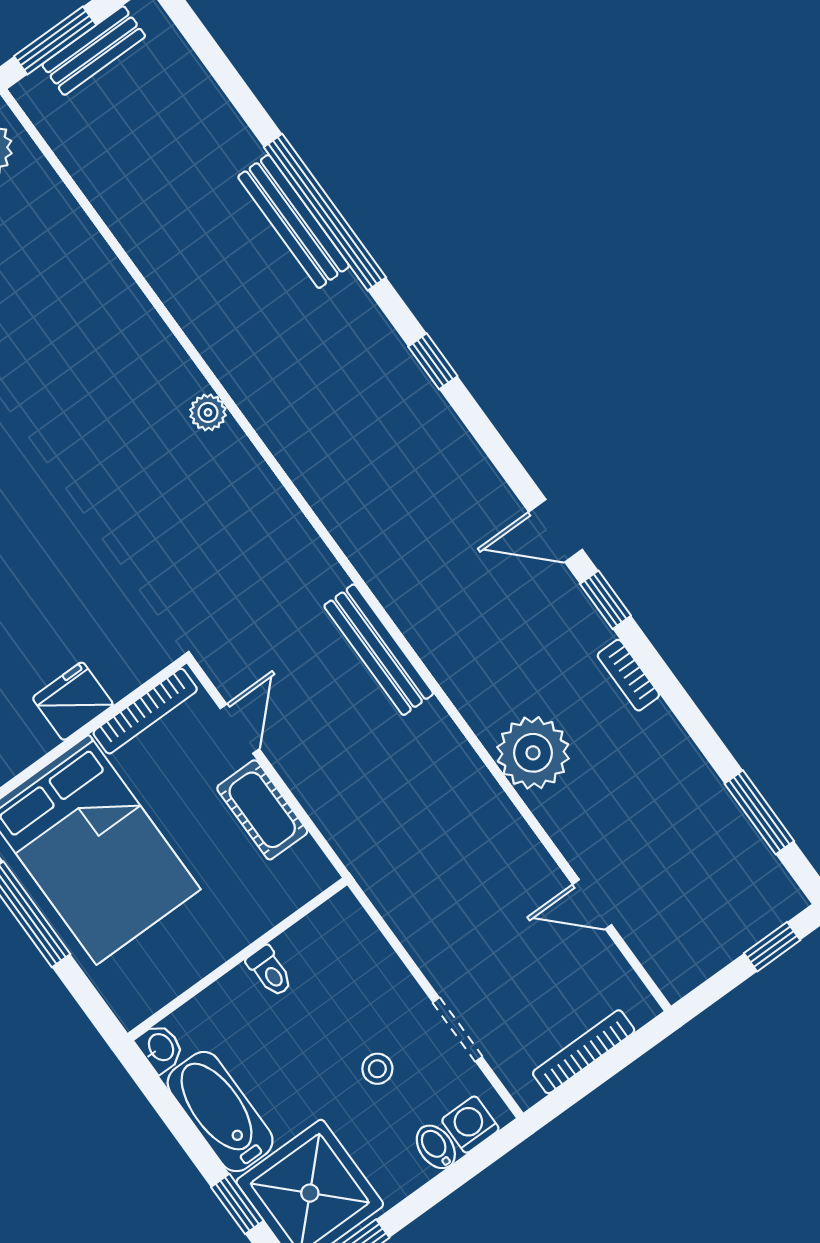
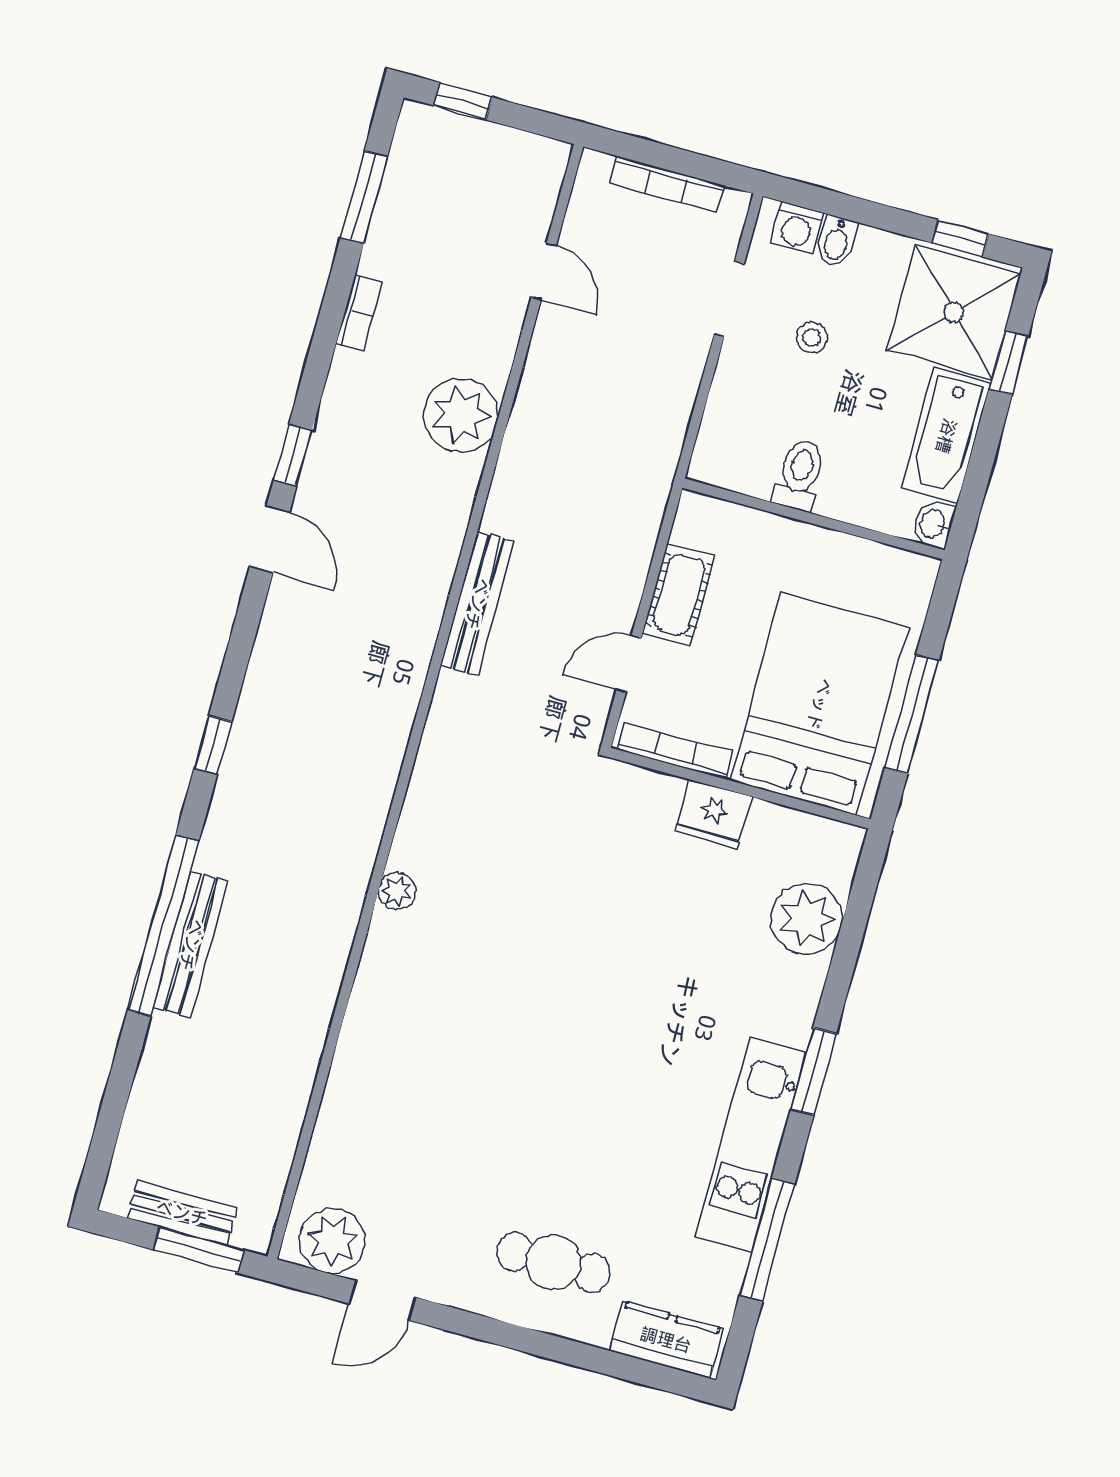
bookcase: (628, 675) -> (359, 313), moved
toilet: (270, 971) -> (800, 475), width x1.37, depth x1.39

